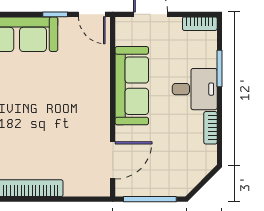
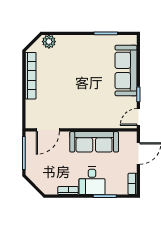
door: (113, 160) -> (48, 130), hinge flipped

